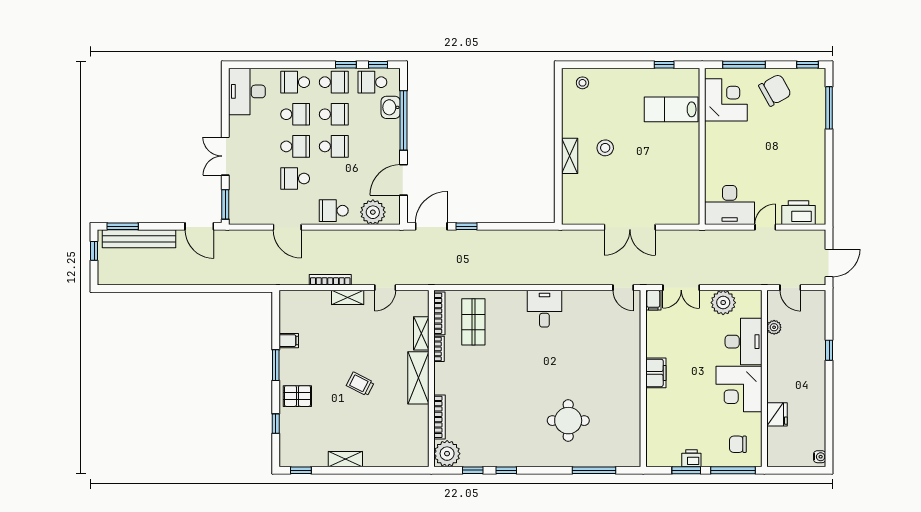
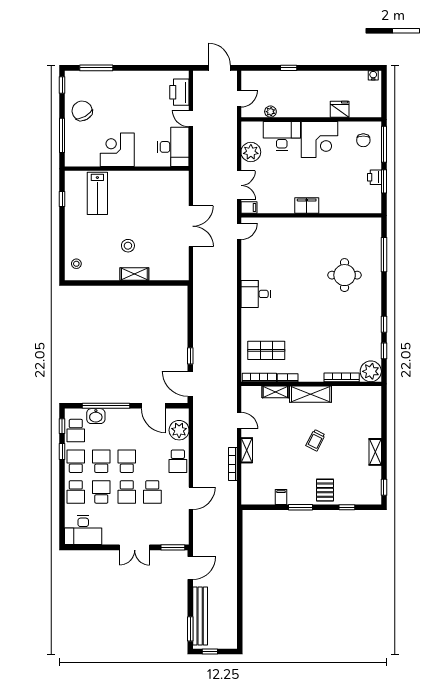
corner desk: (726, 100) -> (117, 150), moved
school desk: (295, 146) -> (127, 492), turned 180

